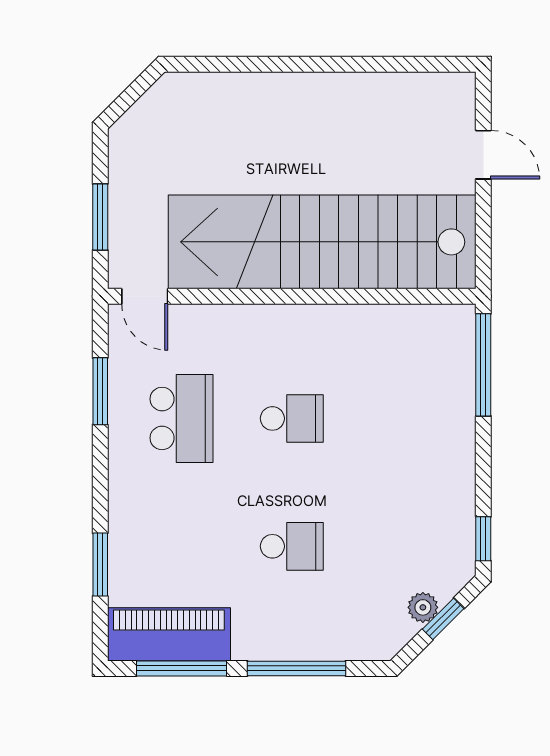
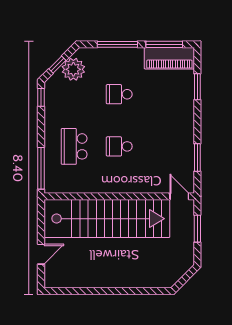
door: (483, 155) -> (41, 254), swing flipped
school desk: (181, 418) -> (74, 146), moved
plant: (423, 607) -> (73, 69), width x1.88, depth x1.88

